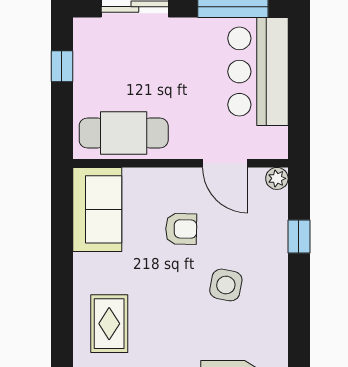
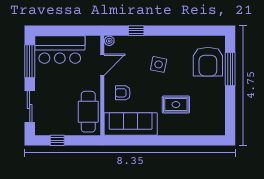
sofa: (97, 209) -> (131, 124), width x1.36
armchair: (181, 229) -> (123, 93), moved, turned -91
rug: (109, 324) -> (176, 105), moved

